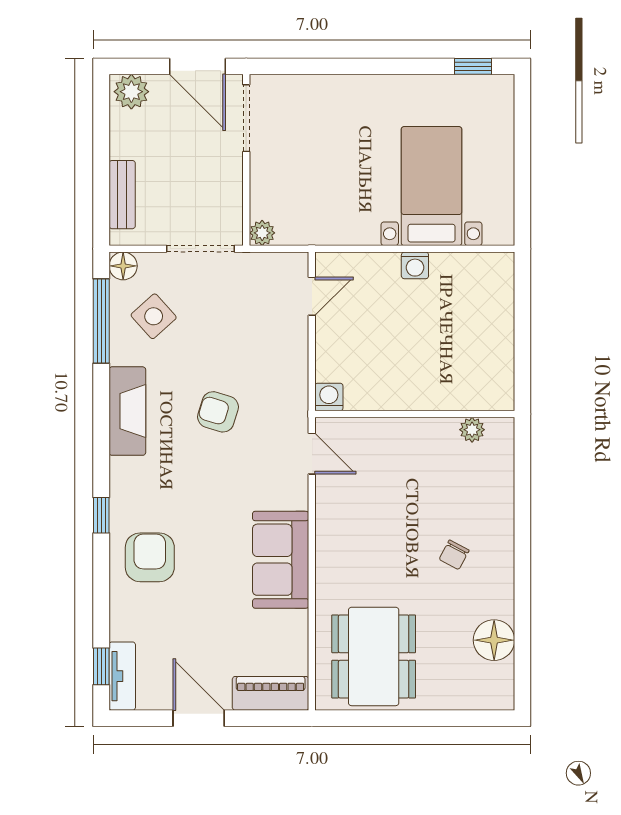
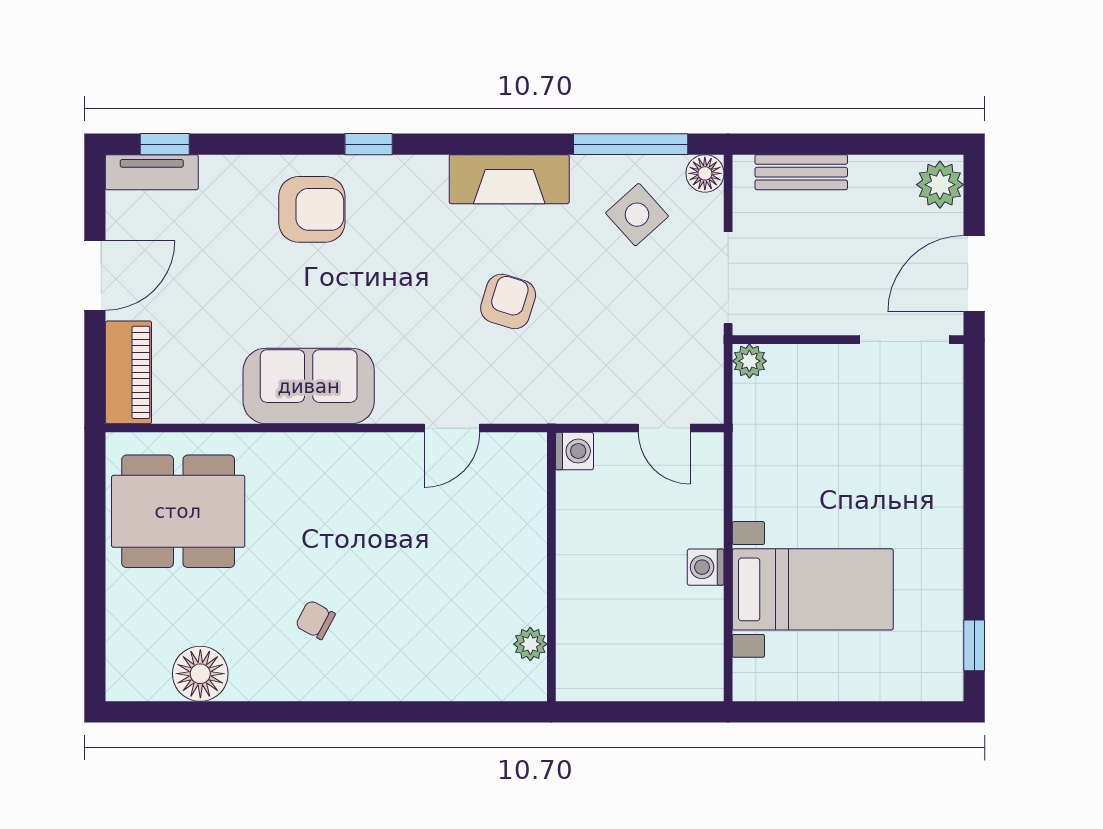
washing machine: (329, 397) -> (574, 451), moved
wall: (415, 414) -> (551, 567), moved
plant: (472, 430) -> (530, 644), moved

